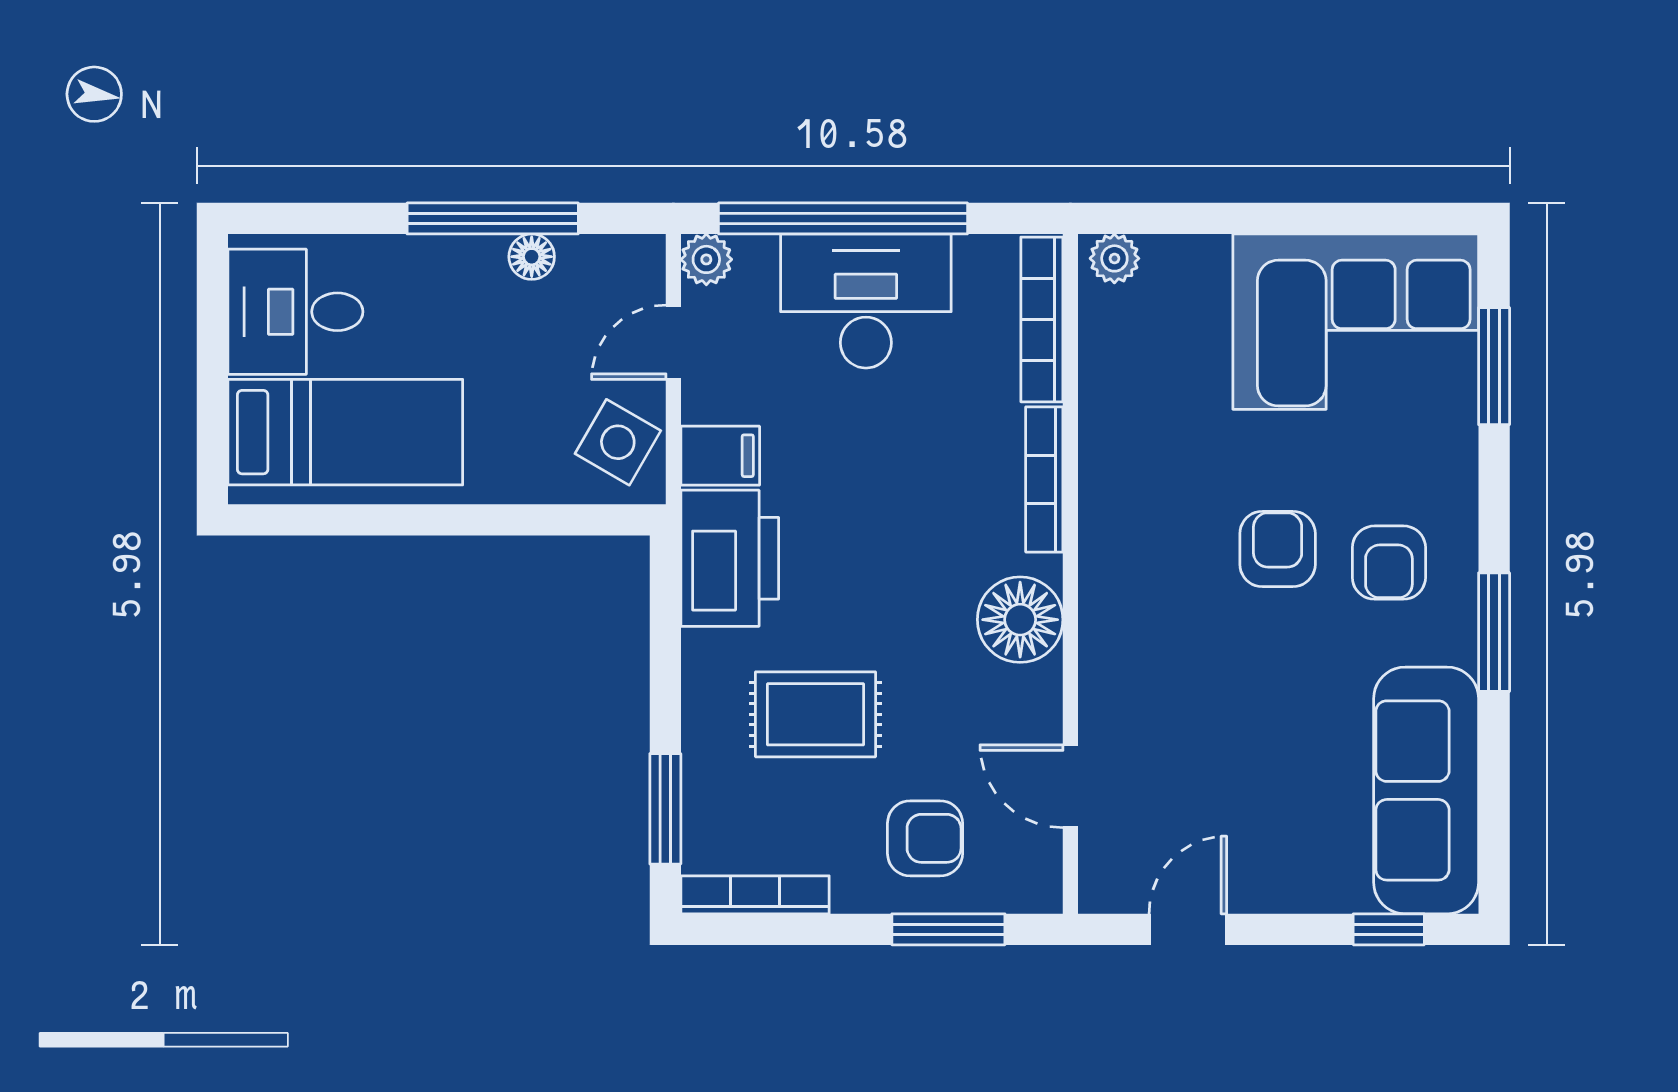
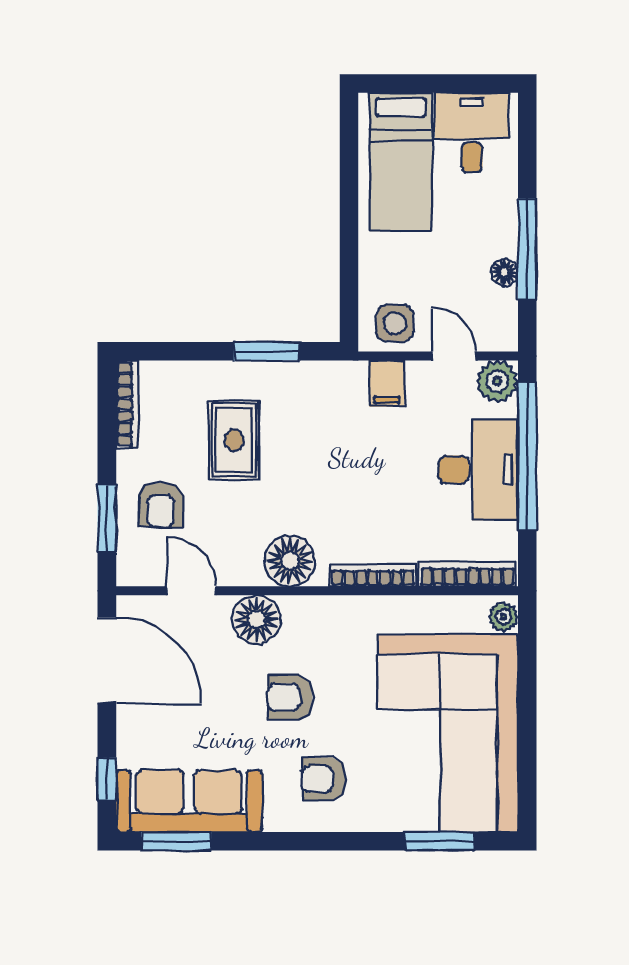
plant: (706, 259) -> (497, 381), width x1.38, depth x1.38
corner sofa: (1356, 322) -> (448, 733), width x1.36, depth x1.36
side table: (618, 442) -> (395, 323), turned -30
armchair: (1278, 549) -> (290, 697), moved, turned 180
printer: (730, 558) -> (326, 389), removed
window: (1494, 632) -> (176, 841), moved
floor lamp: (1119, 676) -> (257, 619), added
door: (1070, 786) -> (191, 591), hinge flipped
window: (665, 809) -> (267, 351), moved
door: (1188, 929) -> (107, 660), width x1.88

